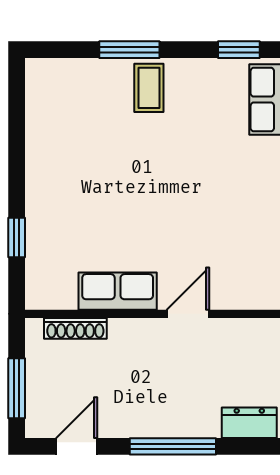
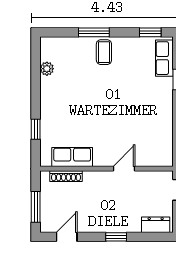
plant: (38, 120) -> (47, 69), added
row of seats: (118, 291) -> (72, 157), moved
window: (173, 446) -> (116, 237), width x0.46

